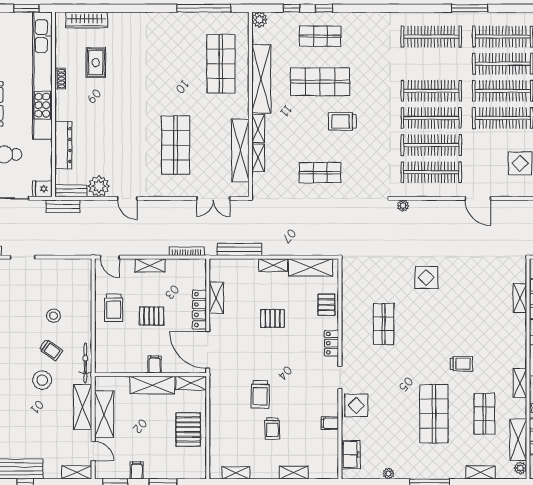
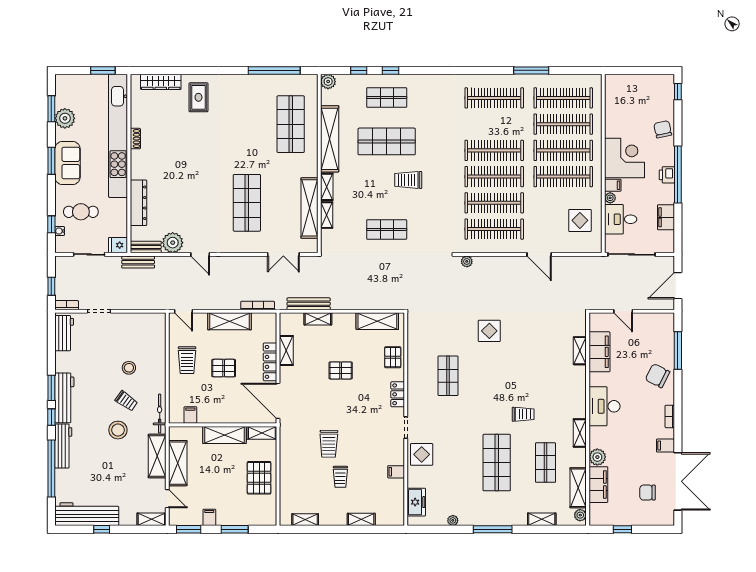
rug: (96, 63) -> (198, 97), moved
shelving: (150, 265) -> (229, 321), width x1.50, depth x1.33
shelving: (273, 265) -> (318, 319), moved
filing cabinet: (155, 365) -> (190, 415), moved

